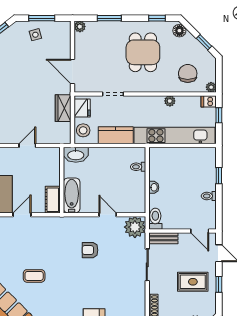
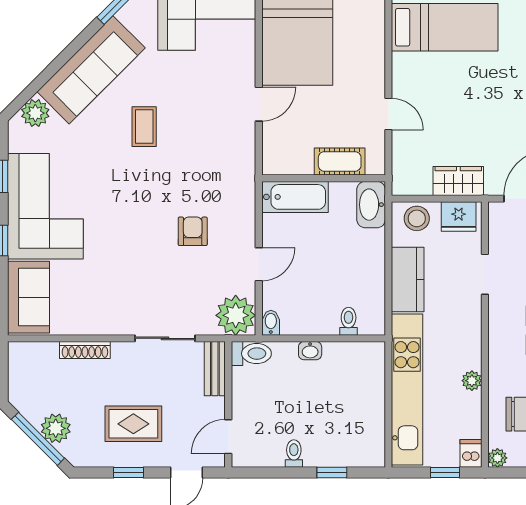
cot: (53, 200) -> (340, 161), moved
bidet: (139, 208) -> (271, 323), added
door: (22, 215) -> (259, 104), hinge flipped
rug: (193, 282) -> (133, 424), turned 90

